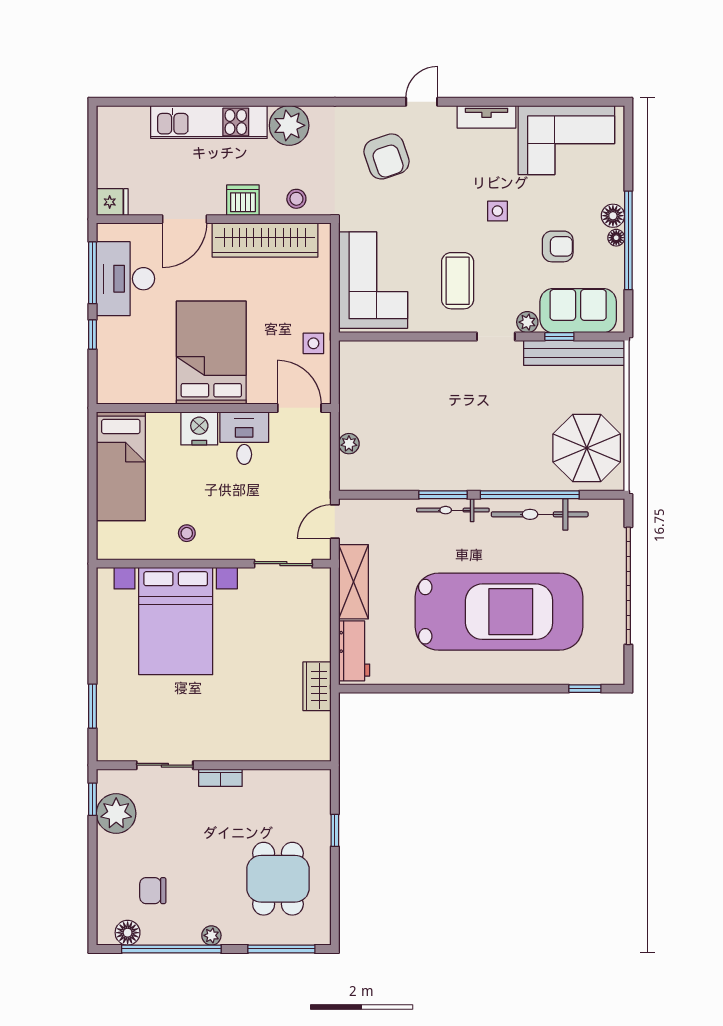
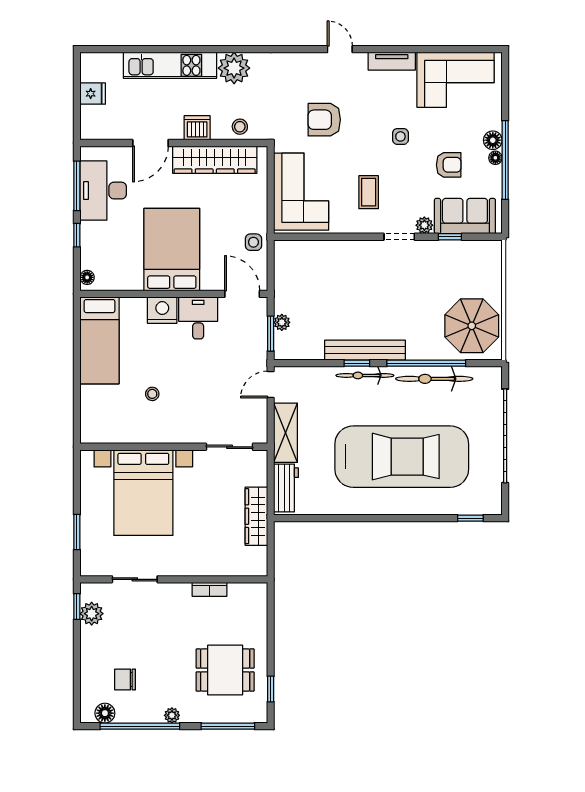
door: (422, 102) -> (340, 49), hinge flipped
armchair: (386, 156) -> (324, 120), moved, turned 109
fridge: (112, 202) -> (93, 94), moved
coffee table: (458, 281) -> (369, 192), width x0.73, depth x0.77
bench: (574, 353) -> (365, 350), moved
floor lamp: (105, 387) -> (87, 277), added
window: (335, 458) -> (271, 334), added
window: (443, 495) -> (357, 363), width x0.67
wall: (214, 564) -> (174, 447), moved
sliding door: (283, 564) -> (229, 447), moved
bed with nightstands: (176, 621) -> (143, 493), moved
wardrobe: (317, 686) -> (256, 516), width x1.50
bookcase: (220, 778) -> (209, 589), moved
plant: (116, 813) -> (92, 614), width x0.73, depth x0.73
window: (335, 830) -> (271, 689), moved
dining table: (278, 879) -> (225, 670), turned 90

